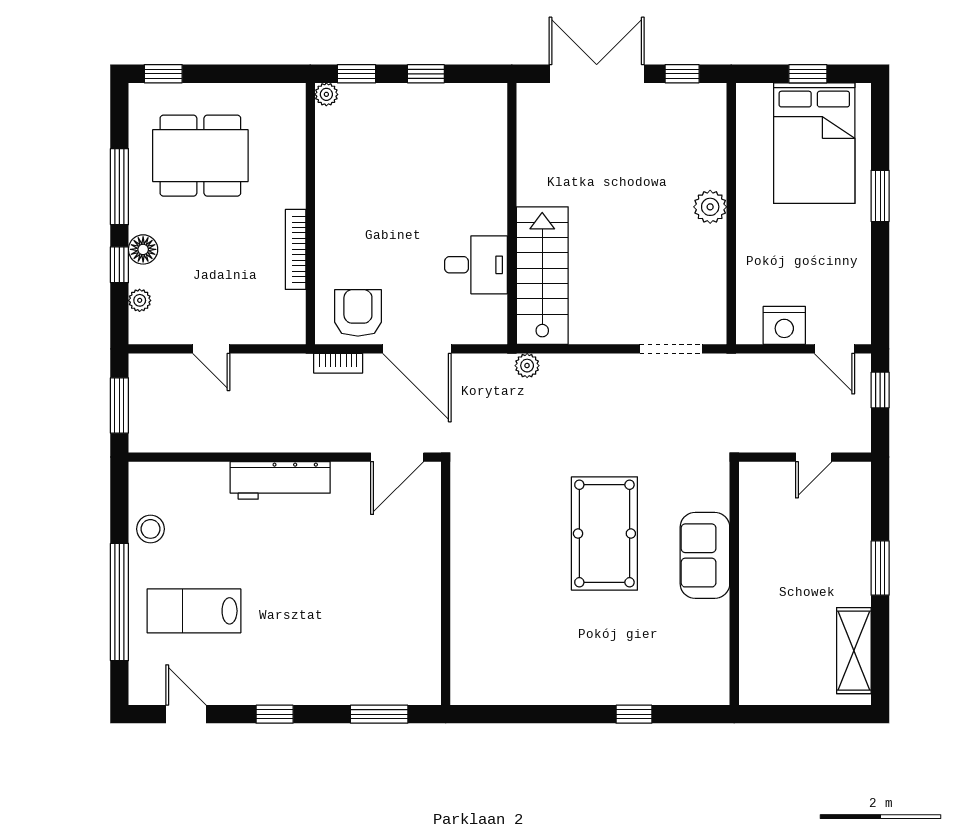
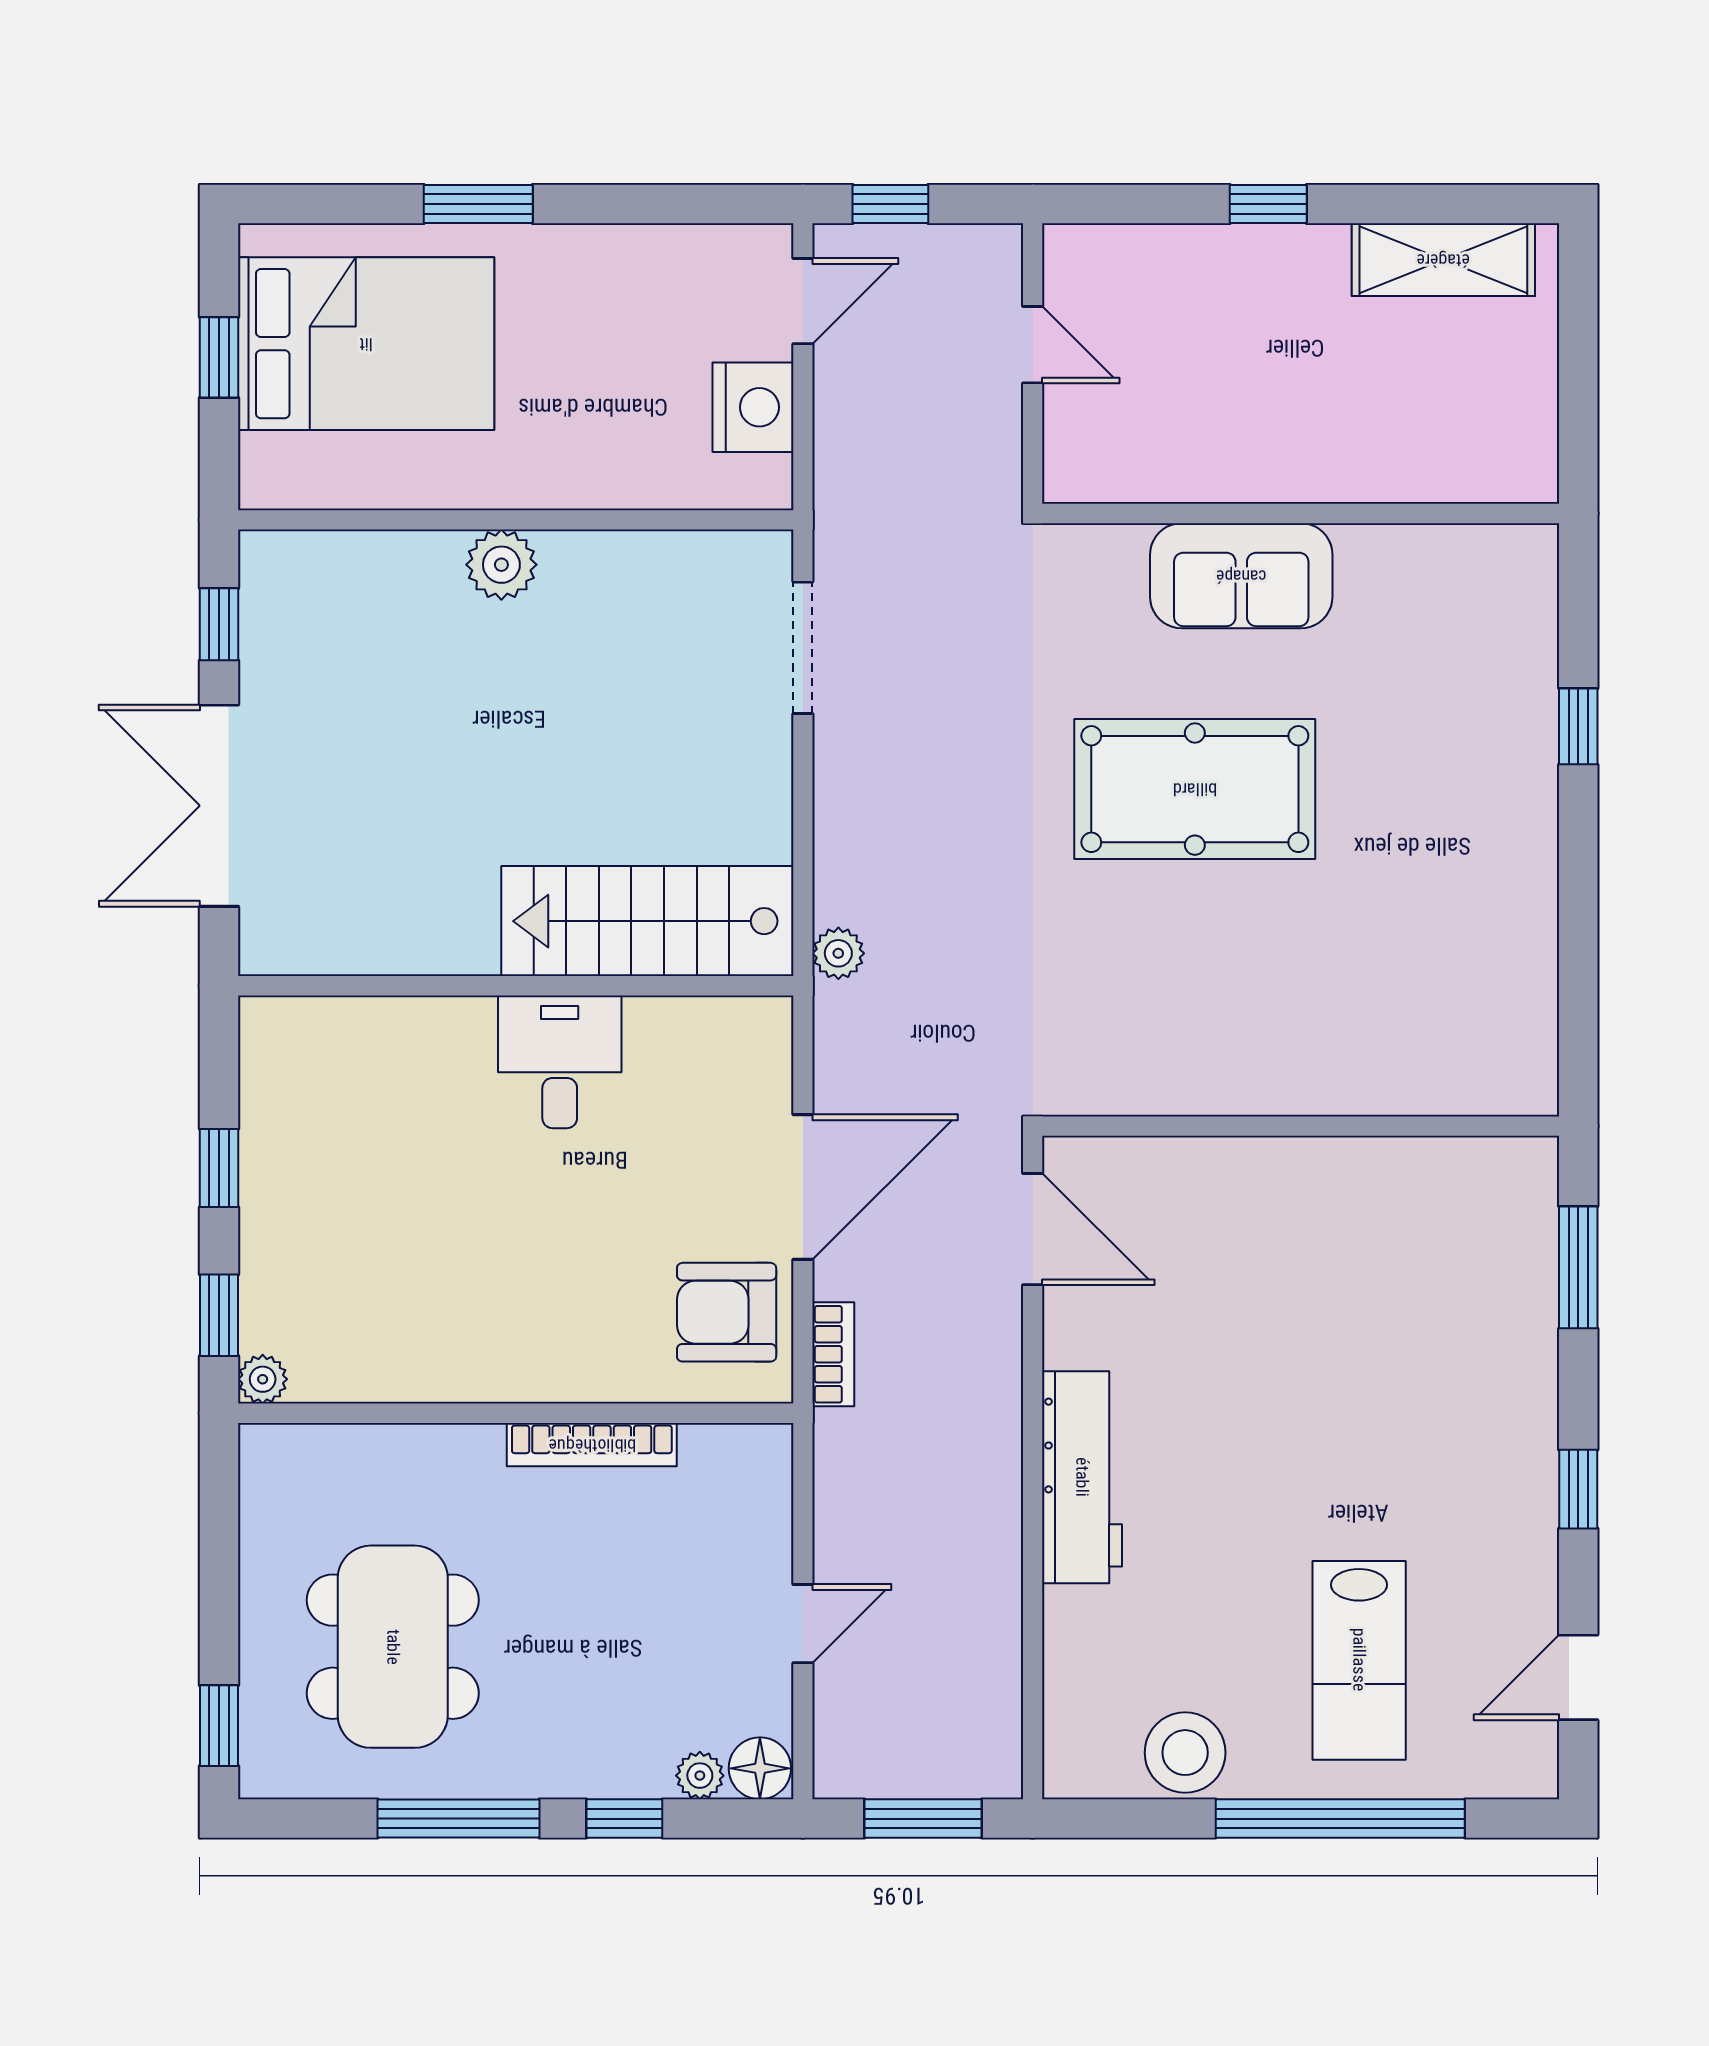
floor lamp: (143, 249) -> (760, 1768), moved
desk: (476, 265) -> (560, 1062), moved
stool: (150, 529) -> (1185, 1753), width x1.38, depth x1.38
window: (880, 568) -> (1268, 204), width x0.67

